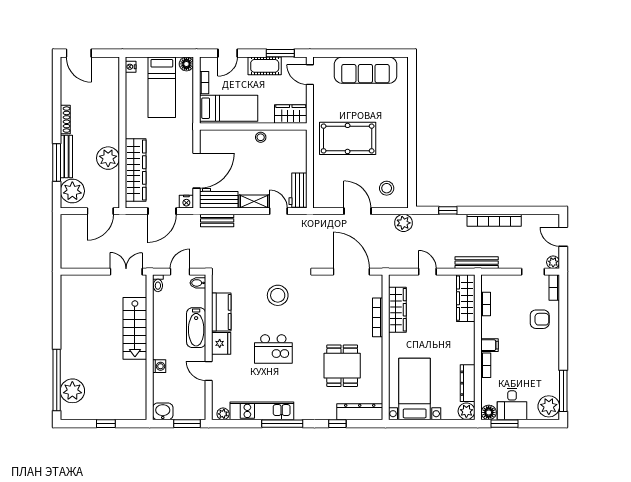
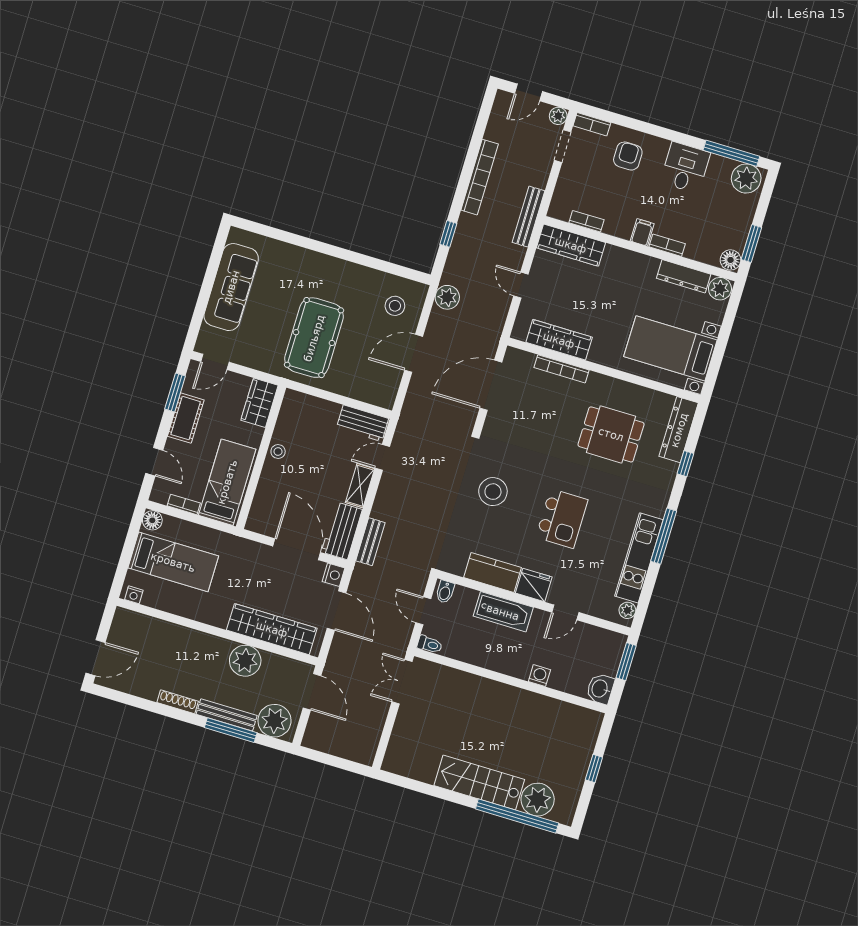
door: (427, 272) -> (521, 285), hinge flipped
stairs: (135, 328) -> (479, 782), moved, turned 180
desk: (512, 404) -> (685, 168), moved, turned -90

